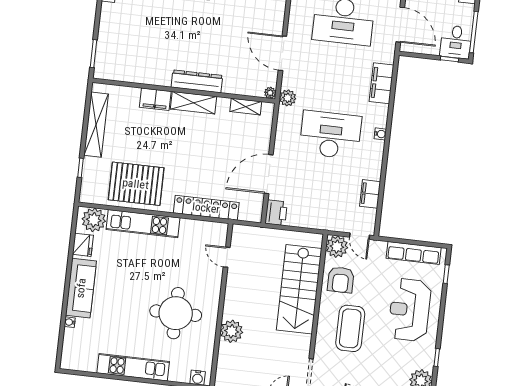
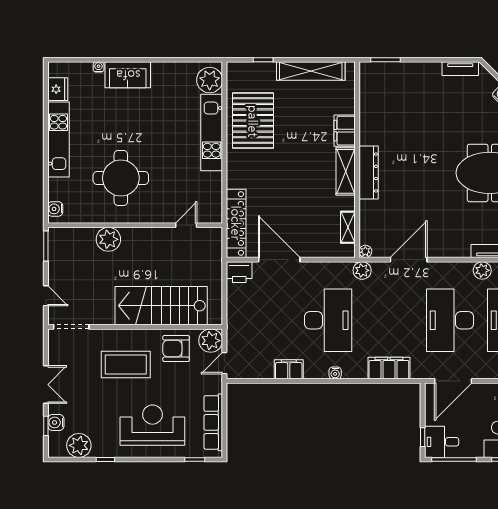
filing cabinet: (370, 194) -> (289, 369), moved
locker: (206, 208) -> (236, 223), moved
fridge: (83, 245) -> (58, 89), moved, turned -90
sofa: (81, 288) -> (128, 75), width x0.73

